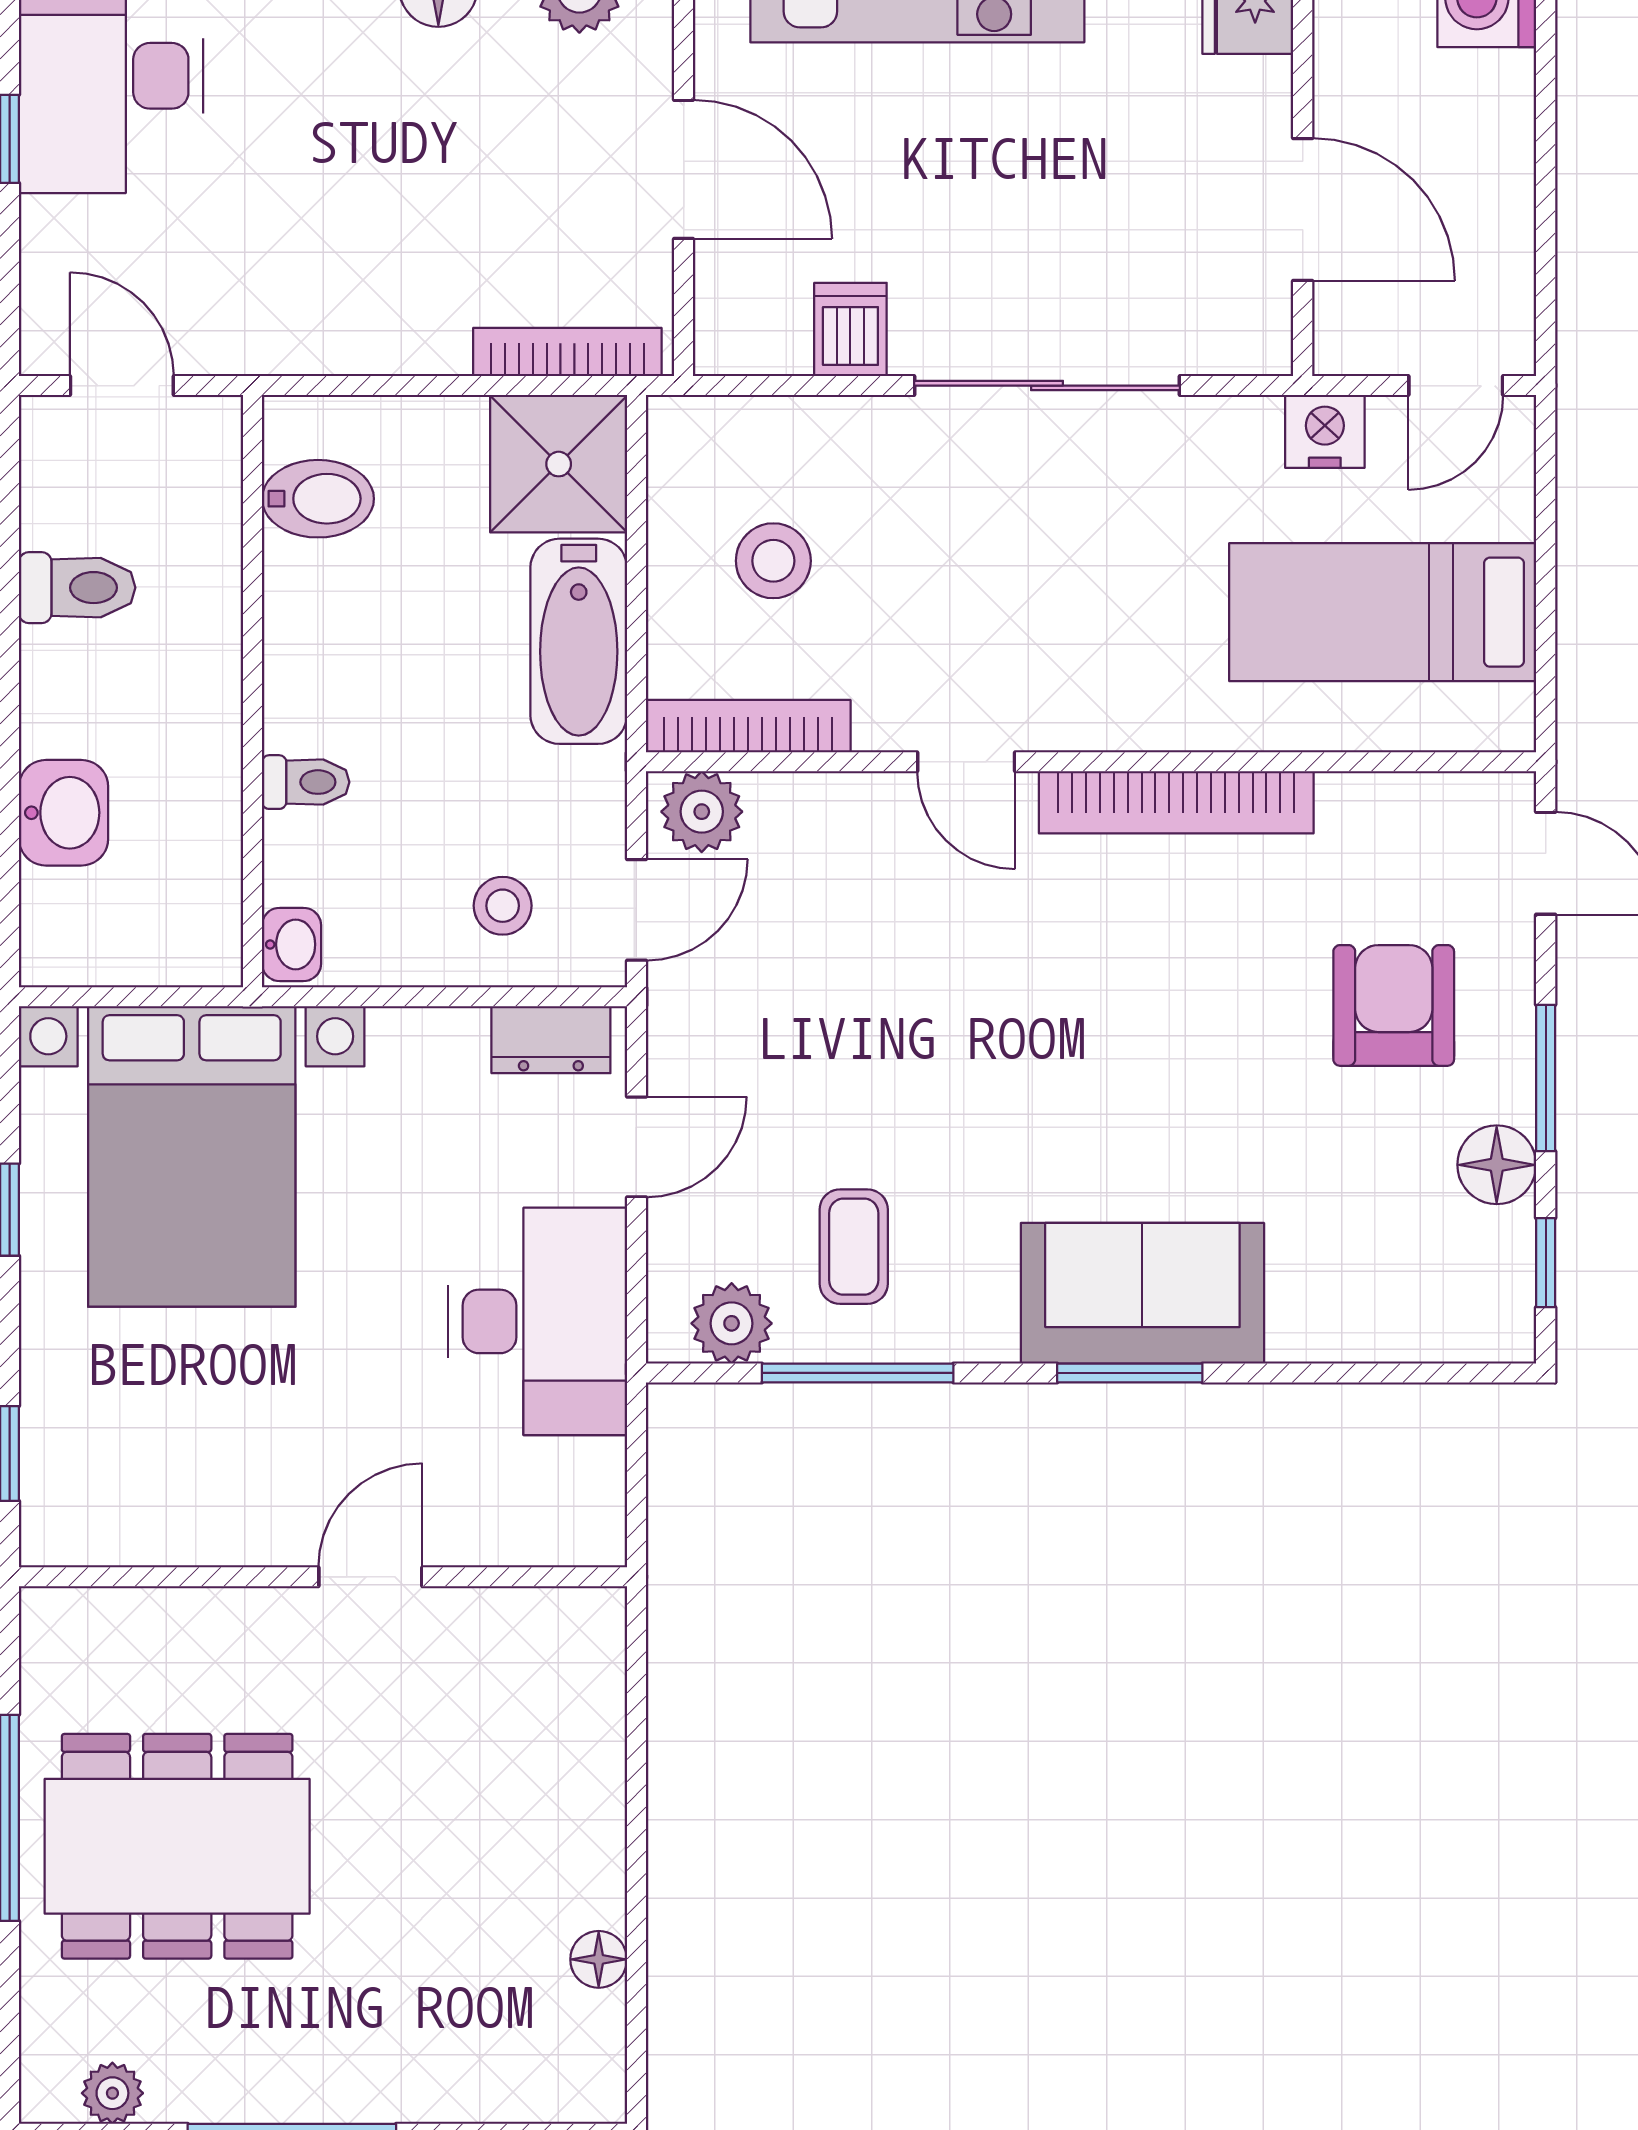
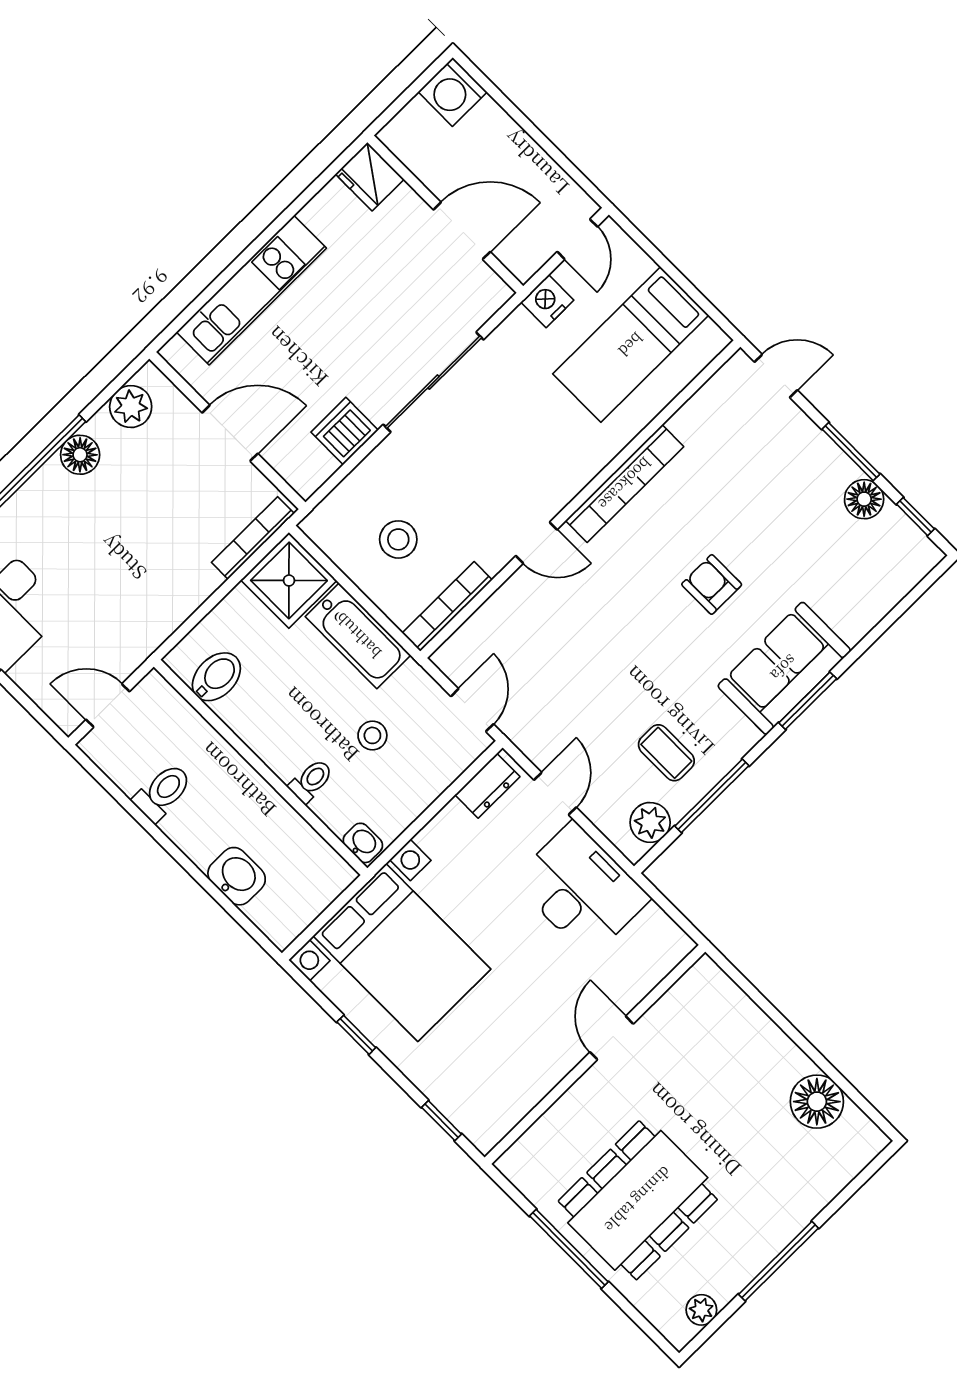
dishwasher: (850, 329) -> (345, 431), width x1.38
plant: (702, 812) -> (461, 653), removed
stool: (503, 906) -> (372, 735), moved
armchair: (1394, 1005) -> (712, 584), moved, width x0.72, depth x0.72
floor lamp: (599, 1959) -> (817, 1102), width x1.89, depth x1.89

